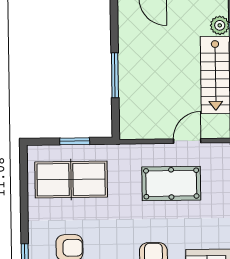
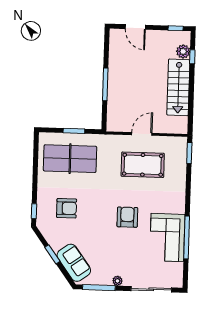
door: (187, 141) -> (142, 134), moved

